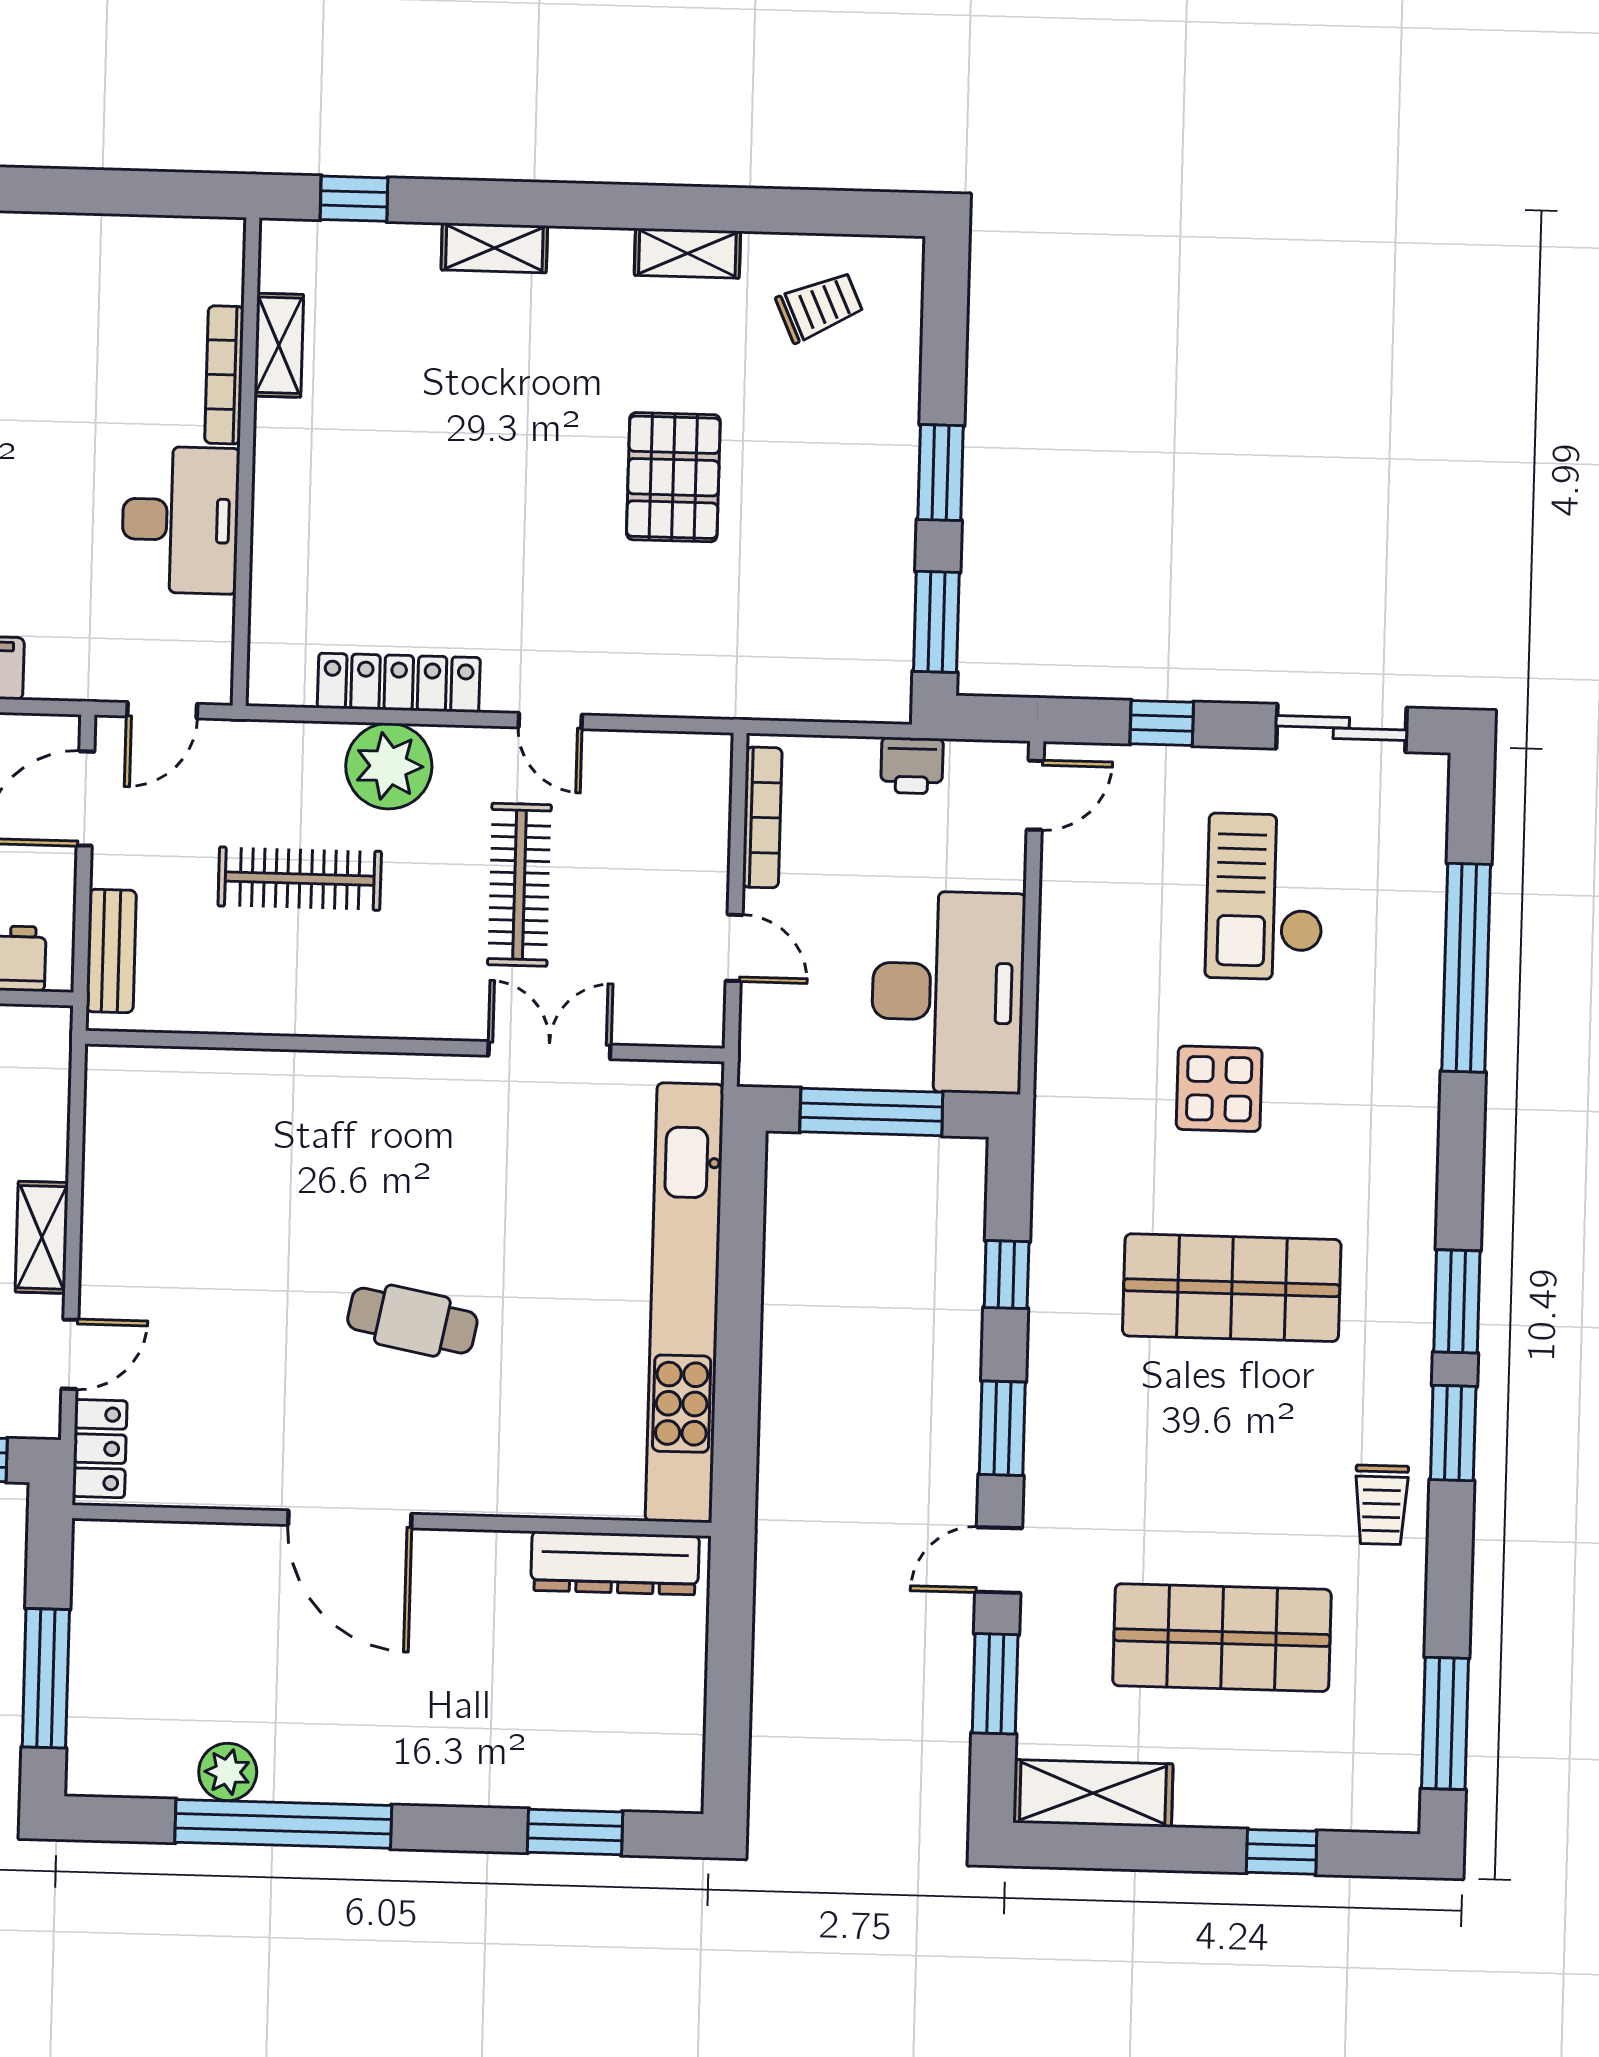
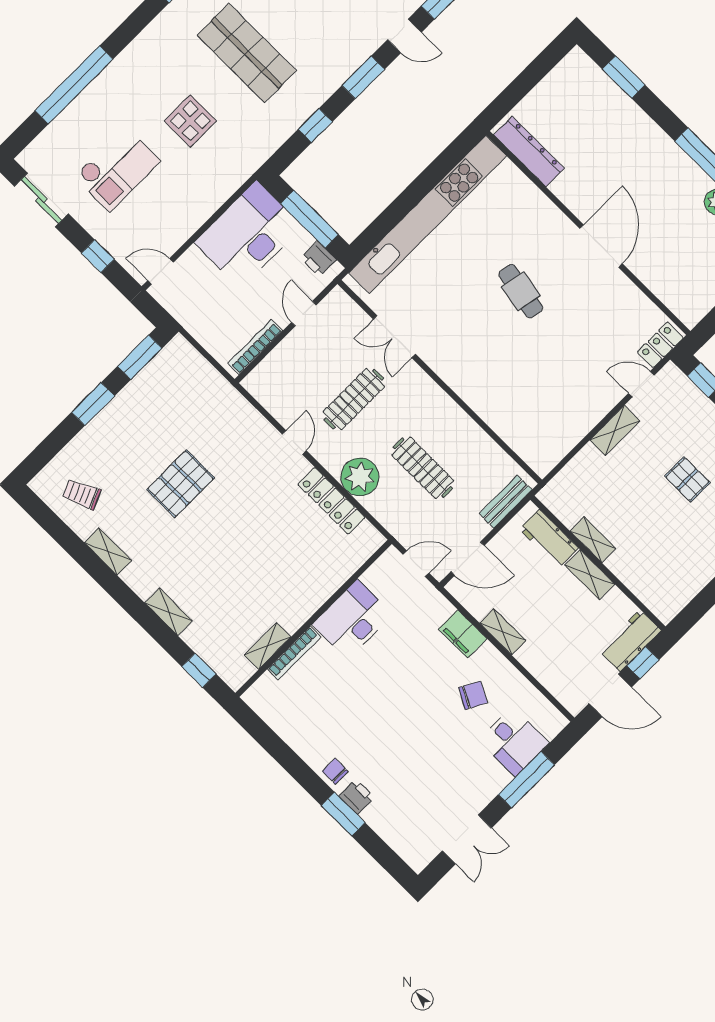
printer: (912, 765) -> (318, 259), moved, turned 180

